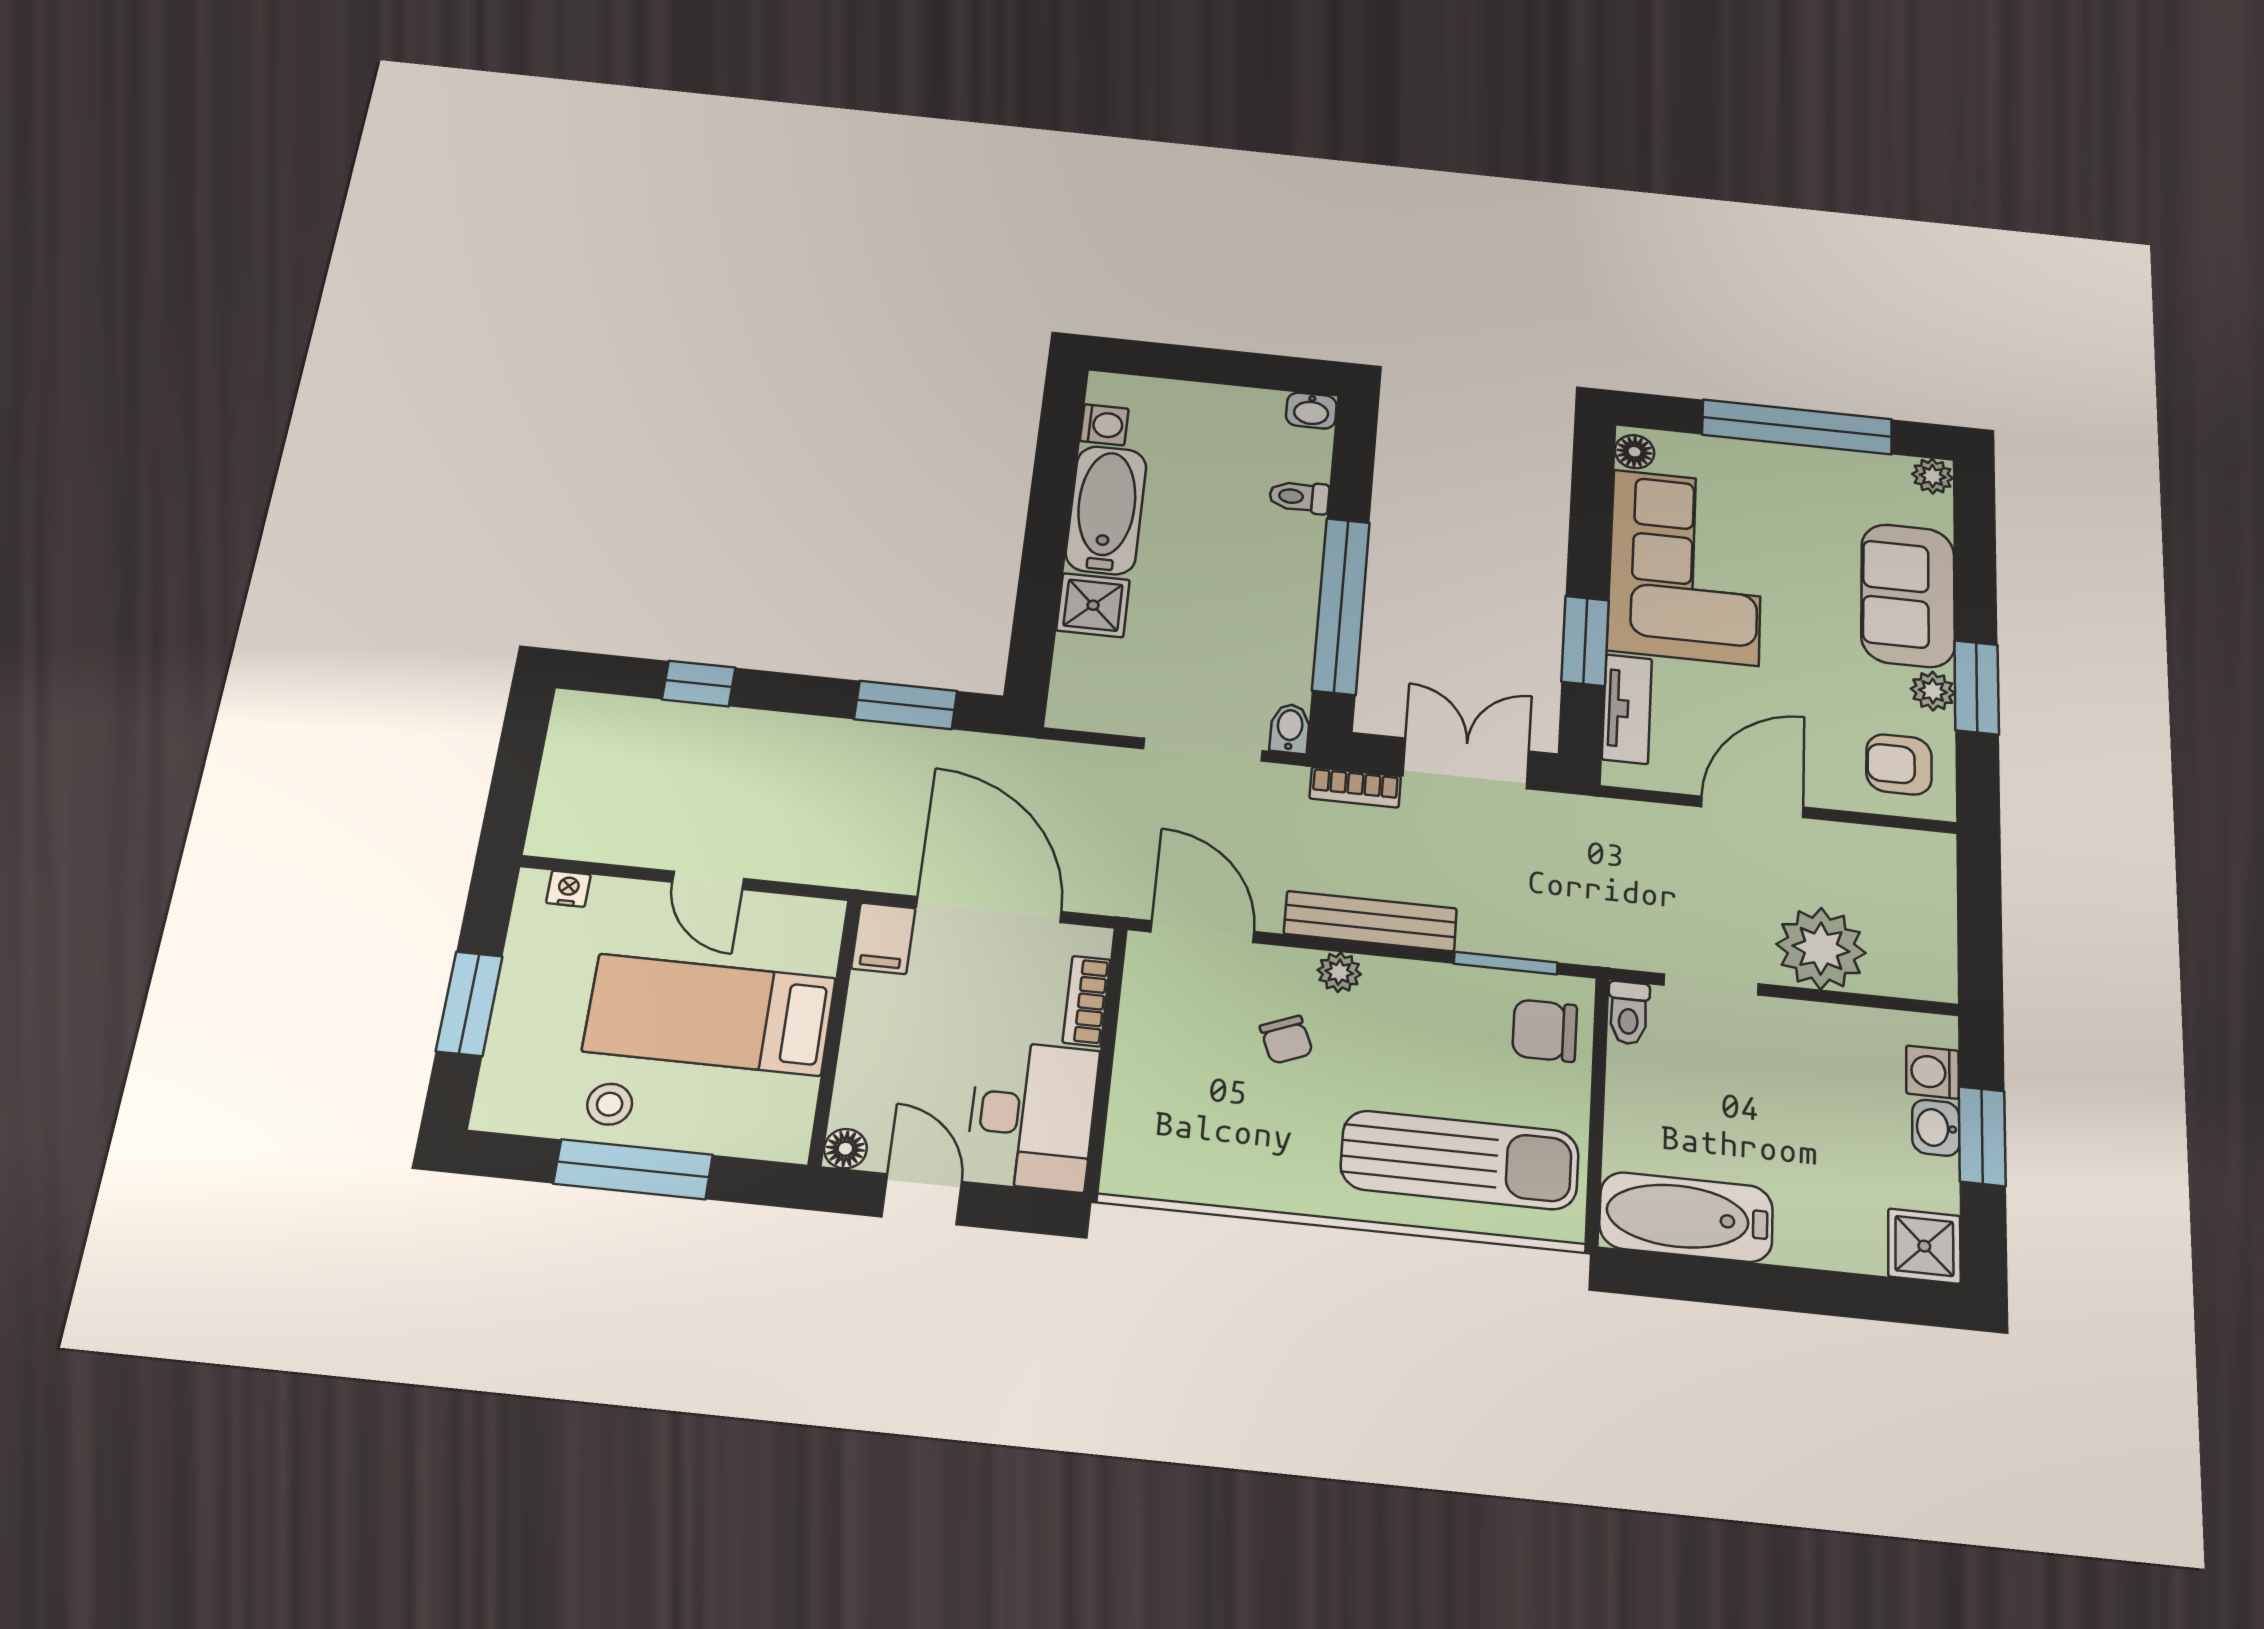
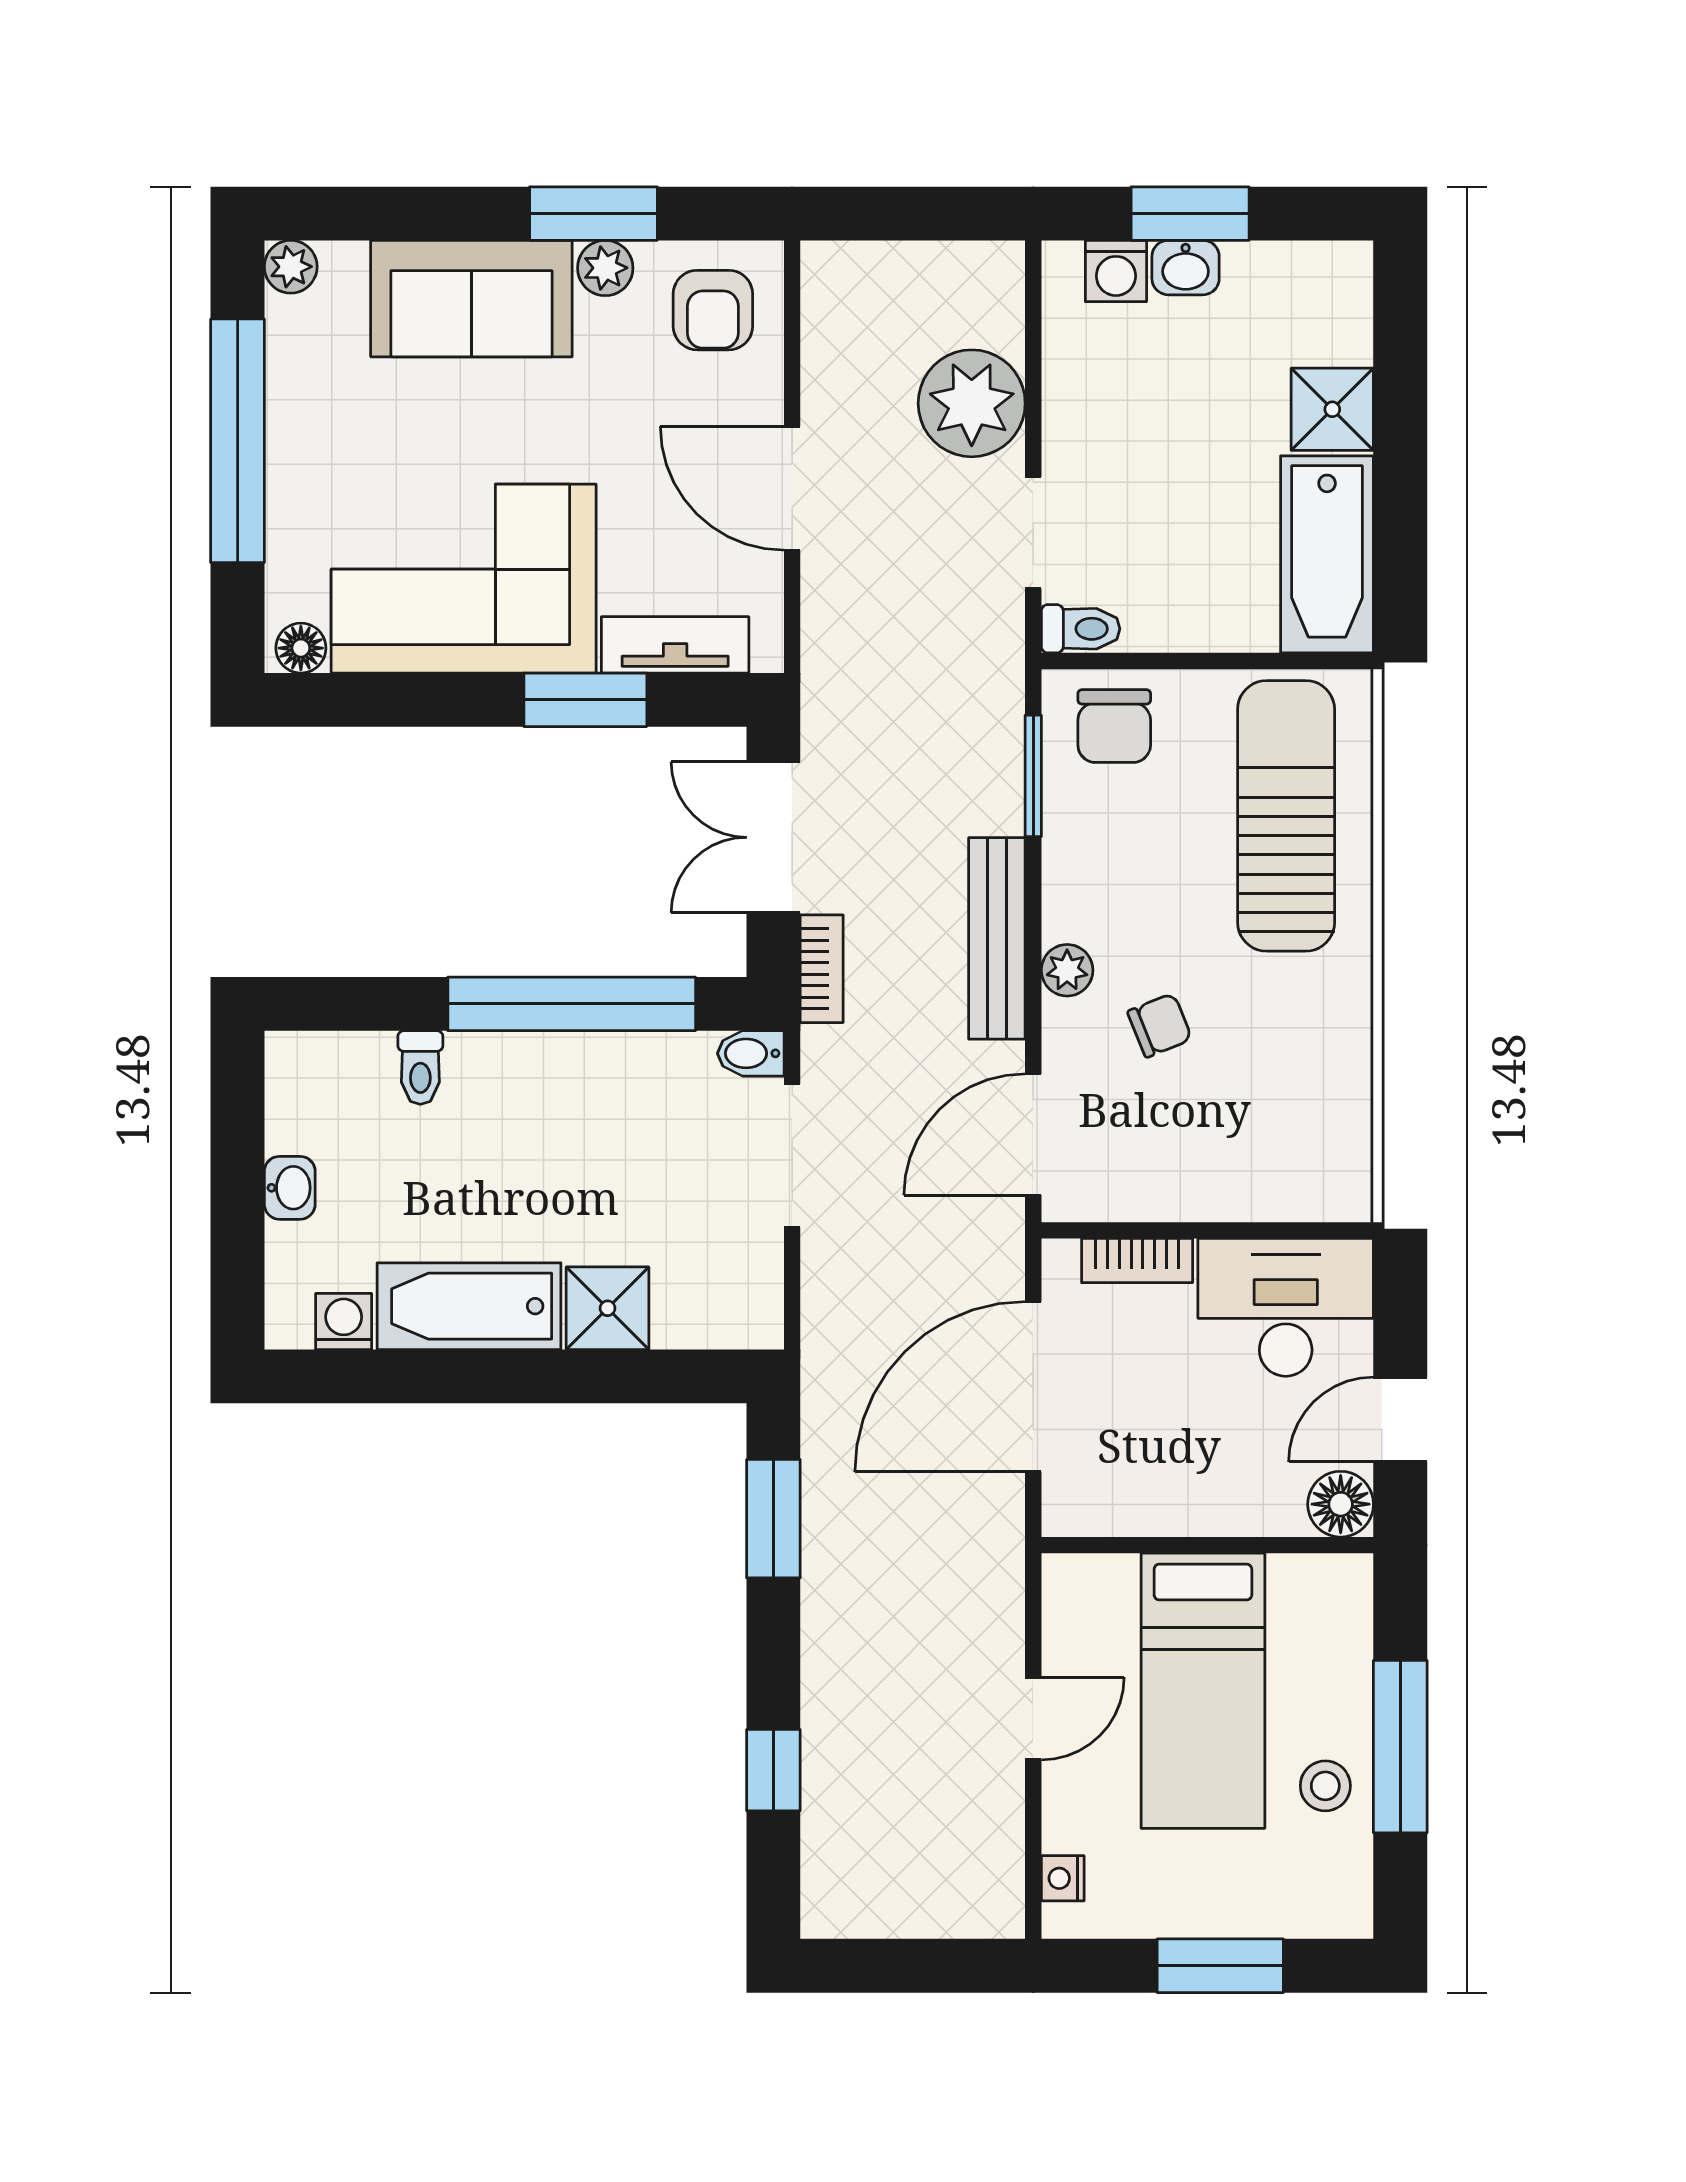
washbasin: (1311, 411) -> (290, 1188), moved
filing cabinet: (883, 938) -> (1084, 1505), removed
floor lamp: (845, 1149) -> (1341, 1504), width x1.37, depth x1.37
shower: (1924, 1246) -> (1332, 409), moved

